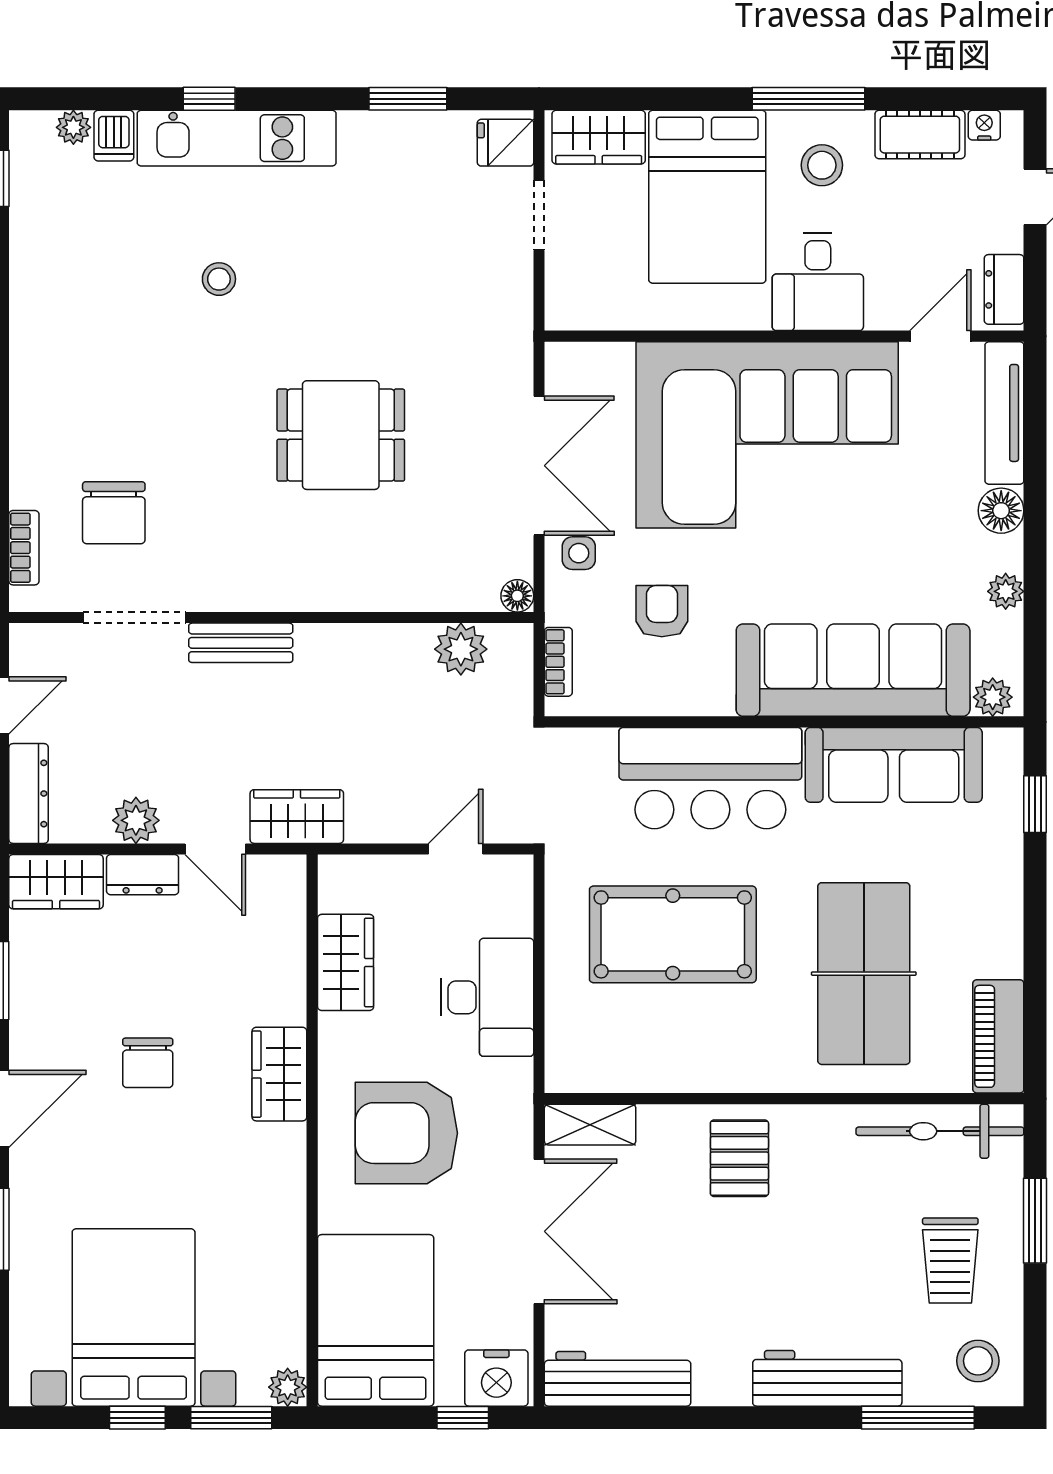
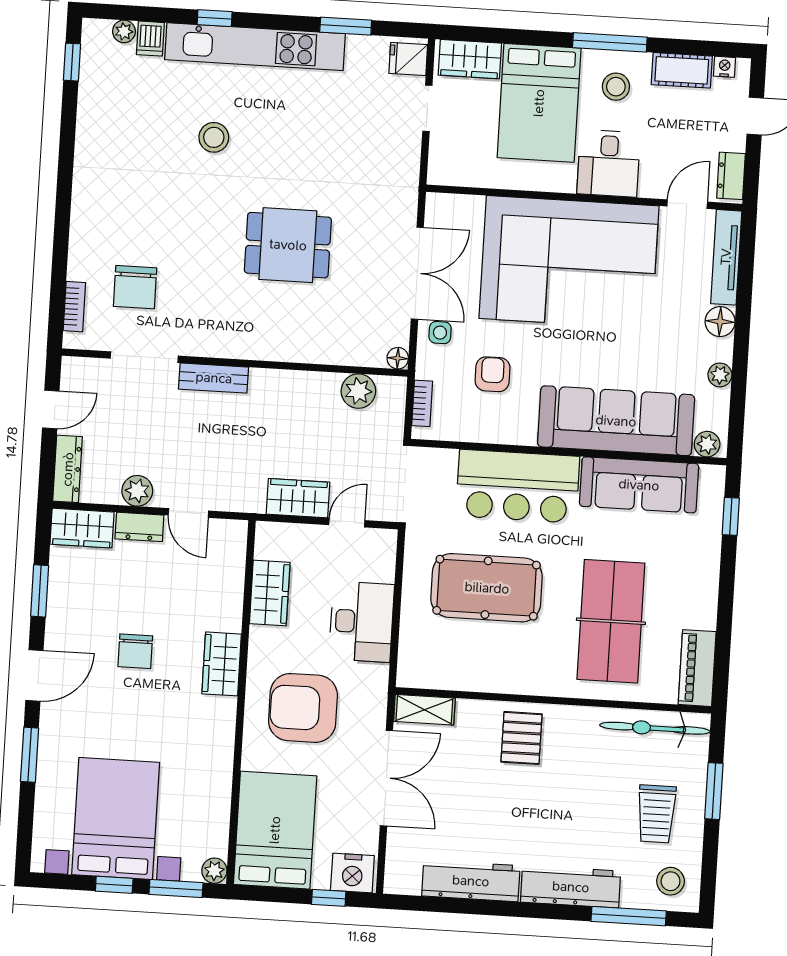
kitchen unit: (237, 138) -> (255, 47), width x1.36
stool: (219, 279) -> (214, 137), width x1.37, depth x1.37
wardrobe: (297, 817) -> (298, 498), moved
workbench: (618, 1379) -> (471, 881), moved

